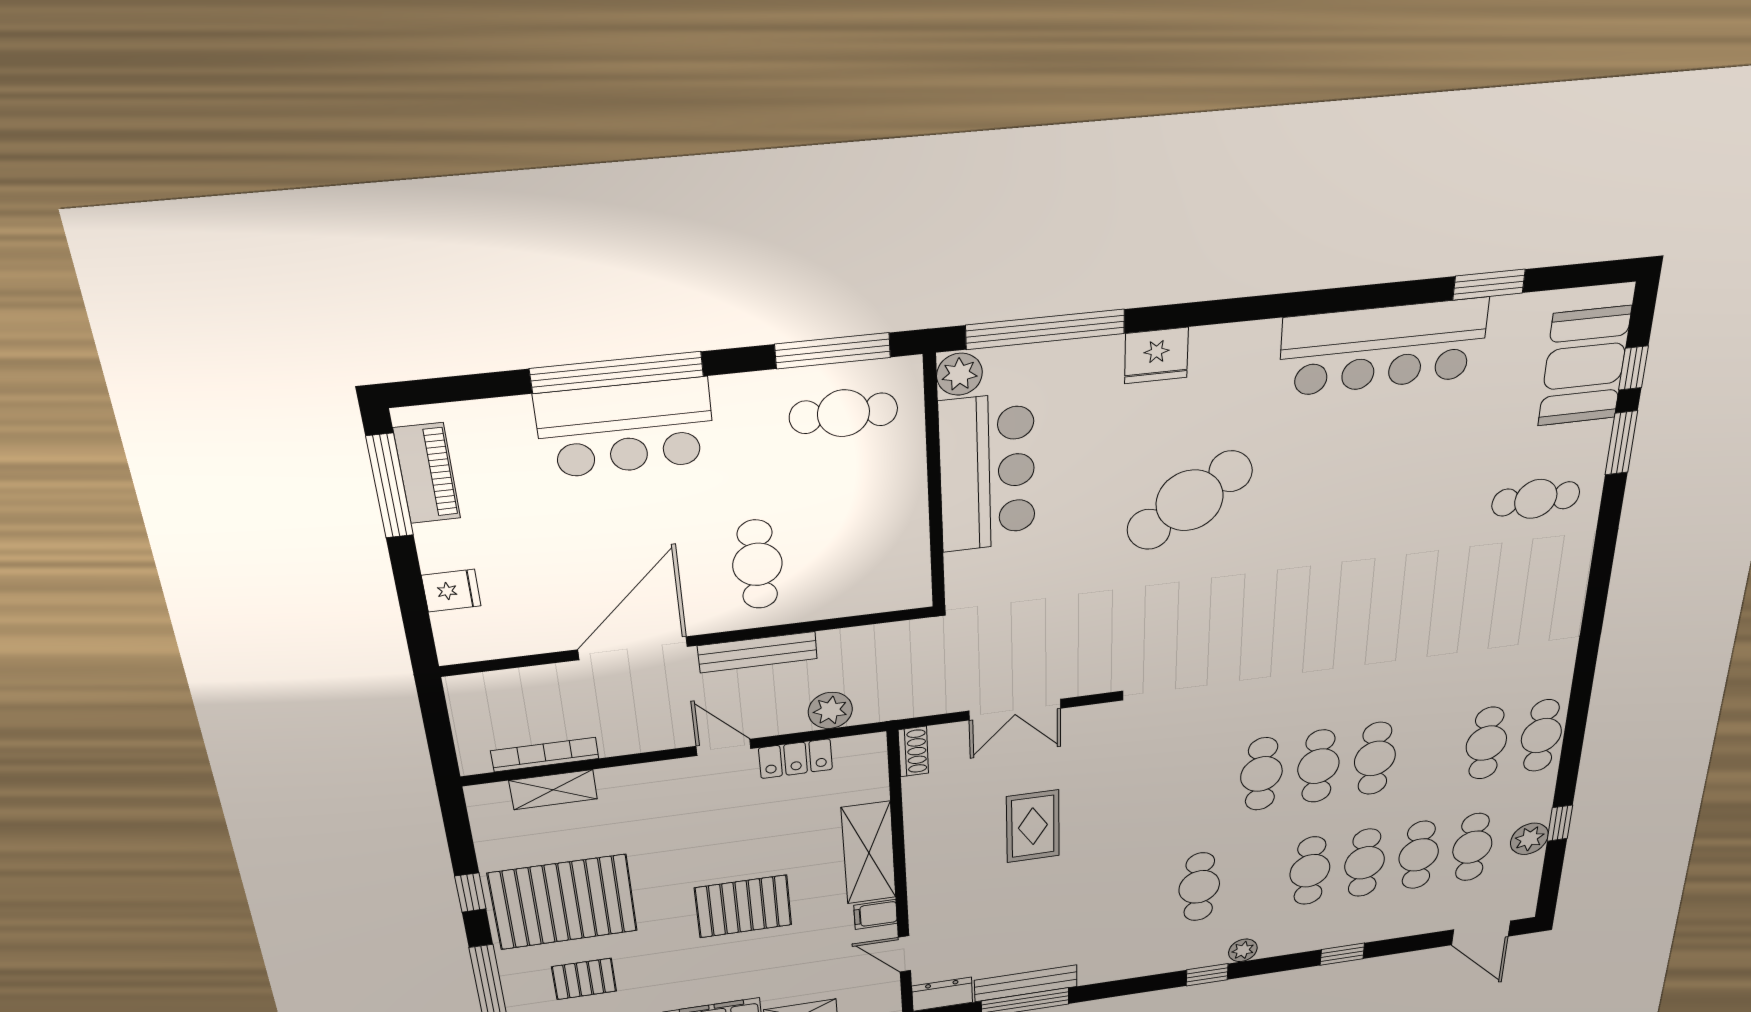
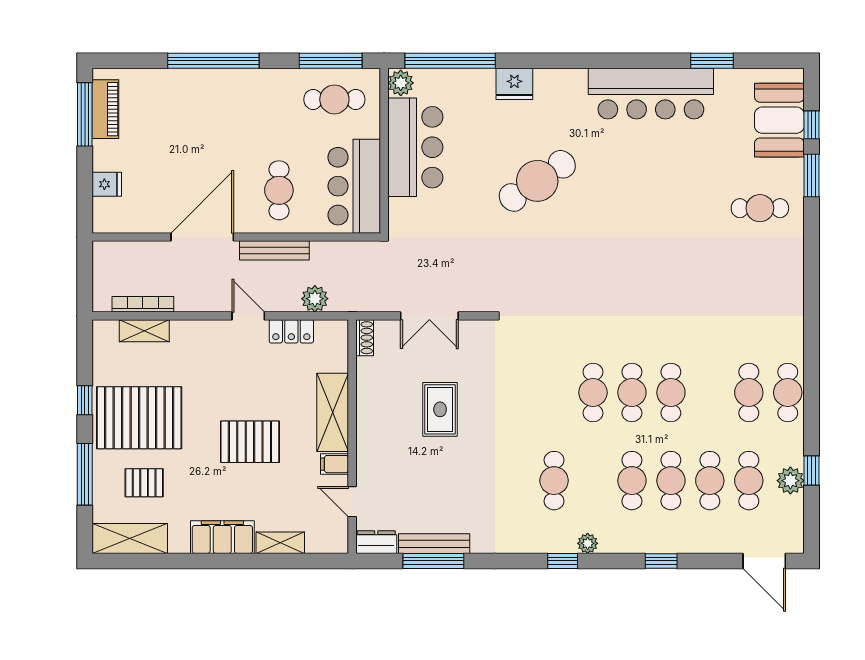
bar counter: (626, 428) -> (354, 186), moved, turned 90

